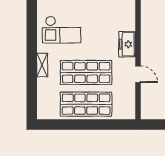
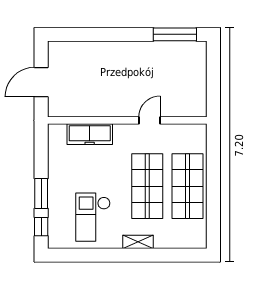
checkout: (62, 30) -> (93, 217), turned 180
freezer: (127, 44) -> (90, 134), moved, width x1.40

